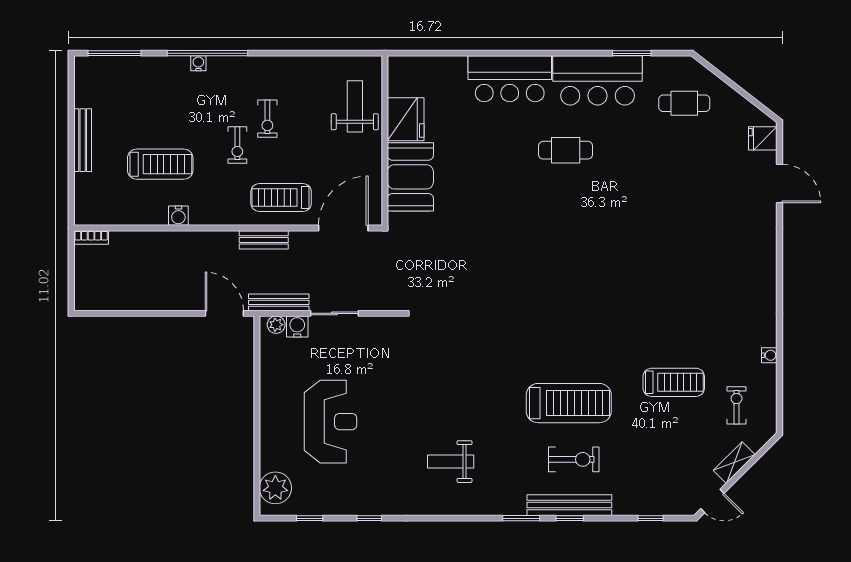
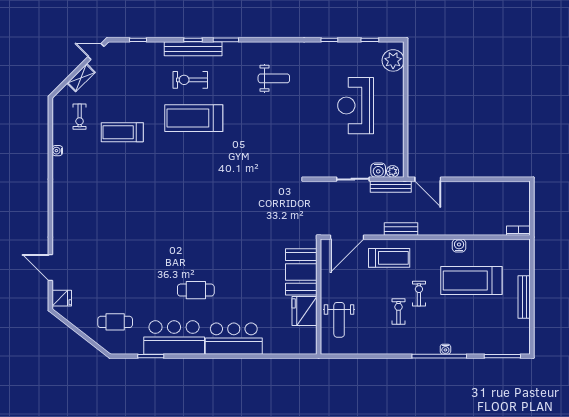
treadmill: (160, 164) -> (471, 281), width x1.37, depth x1.38

